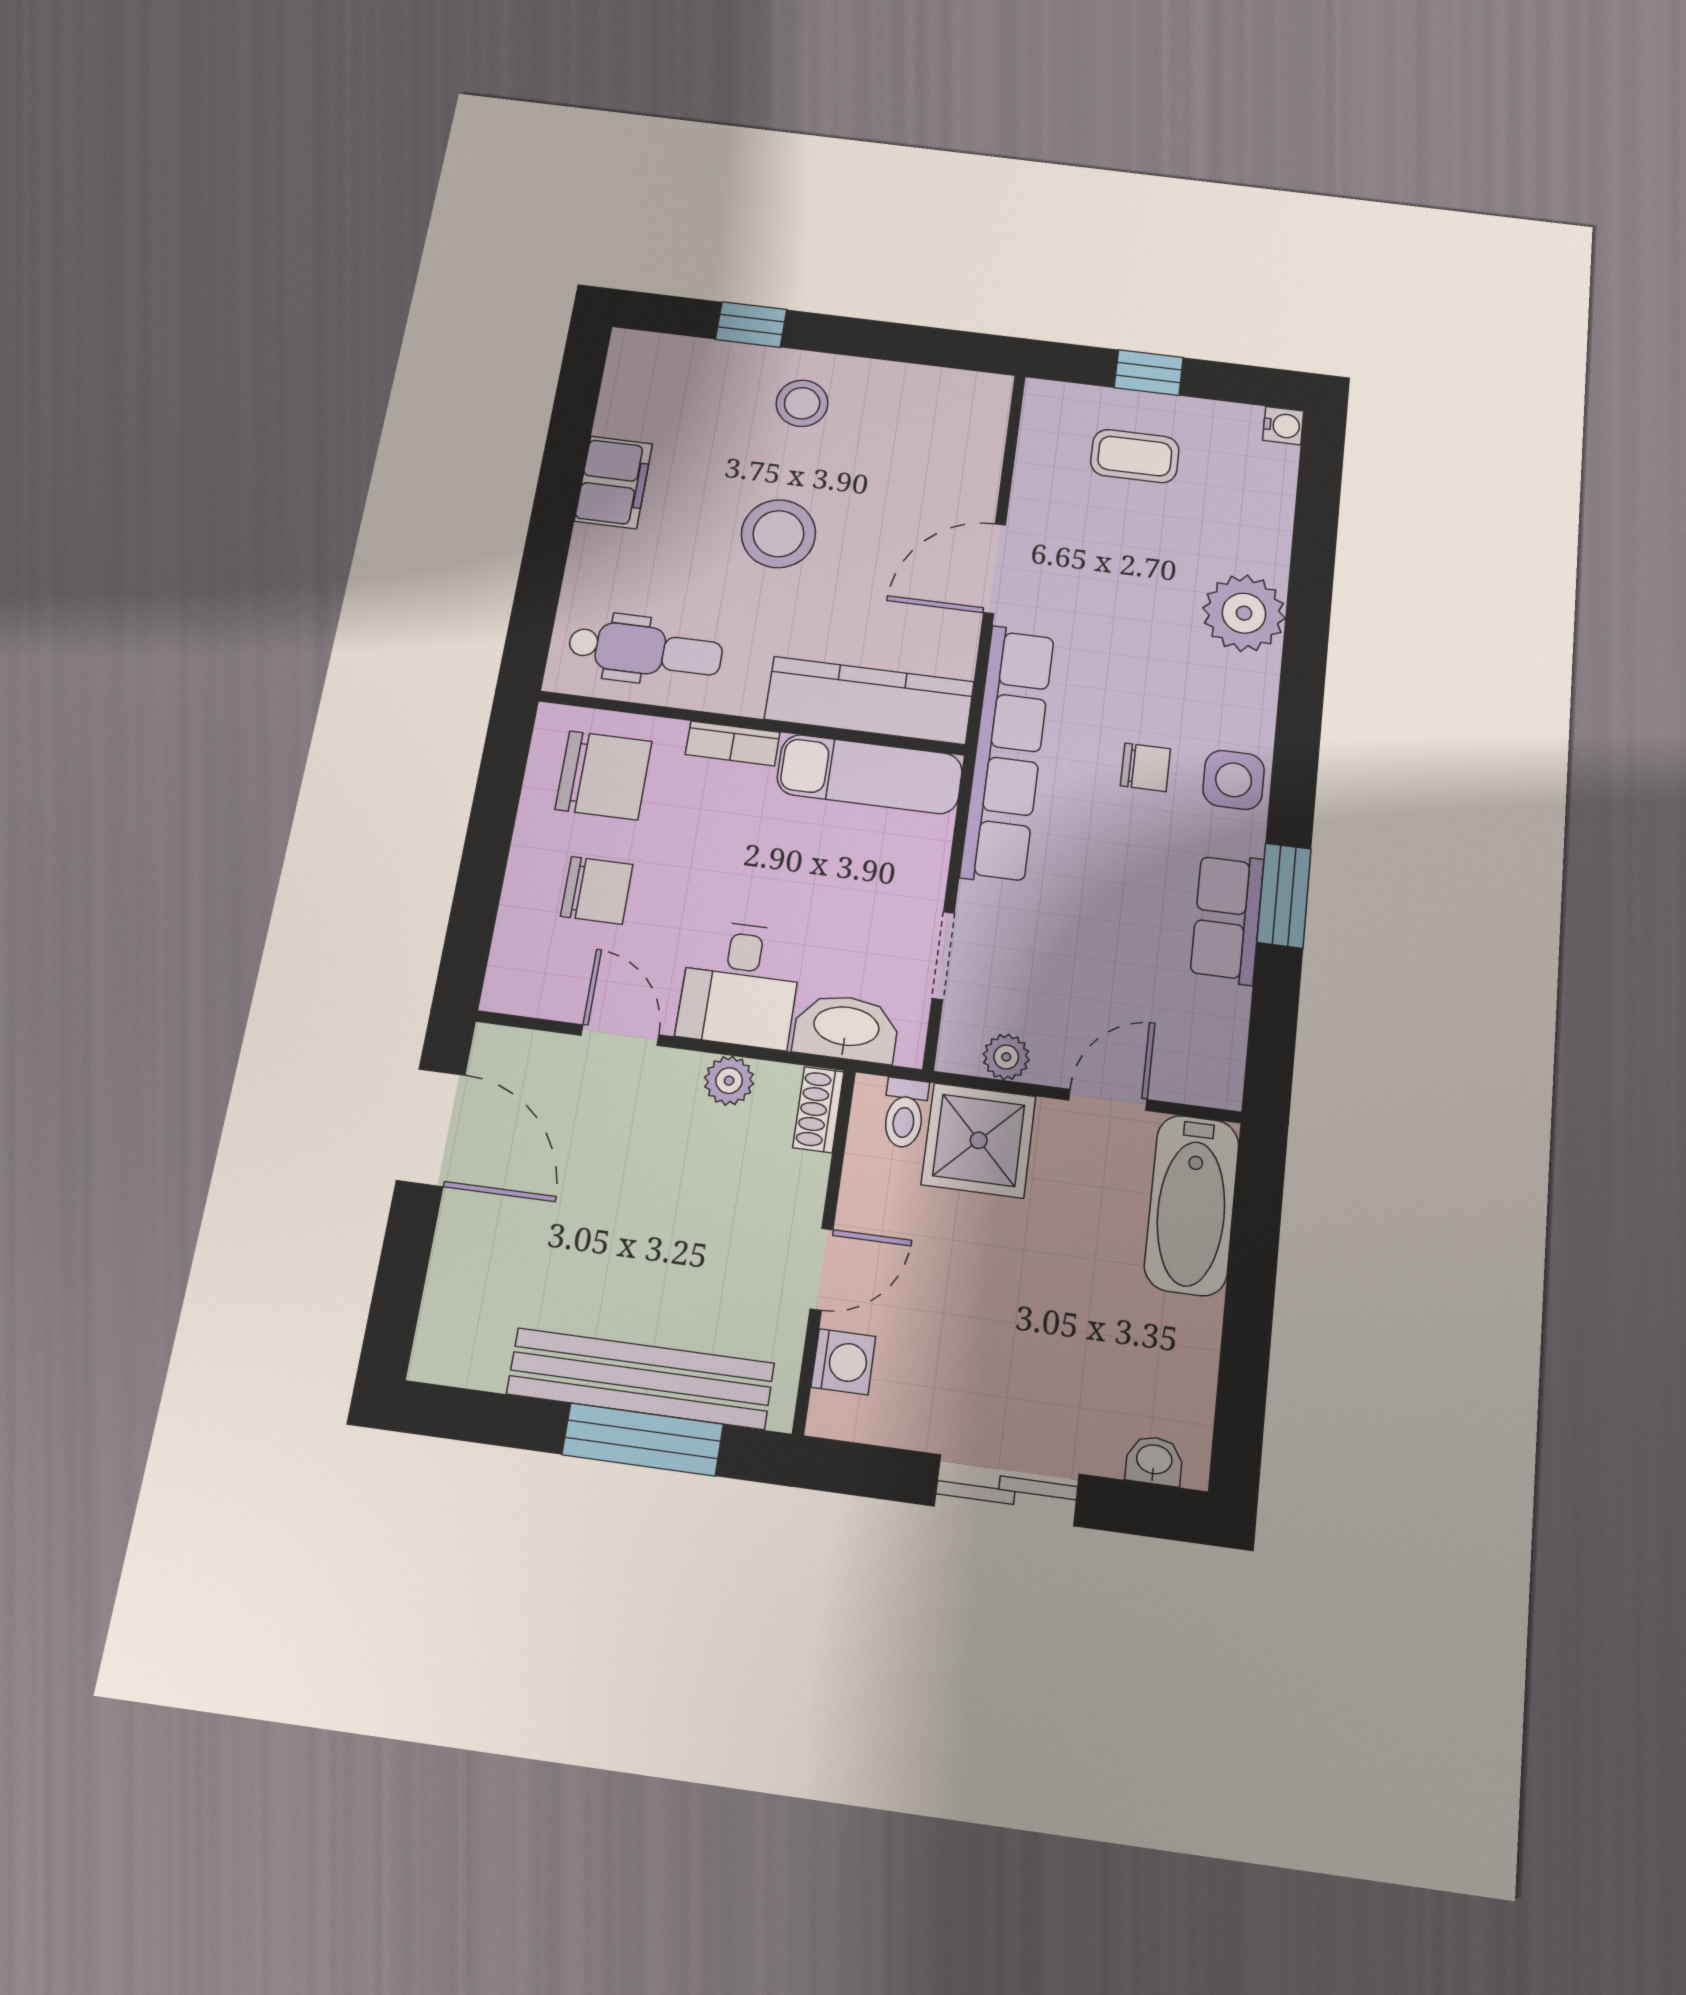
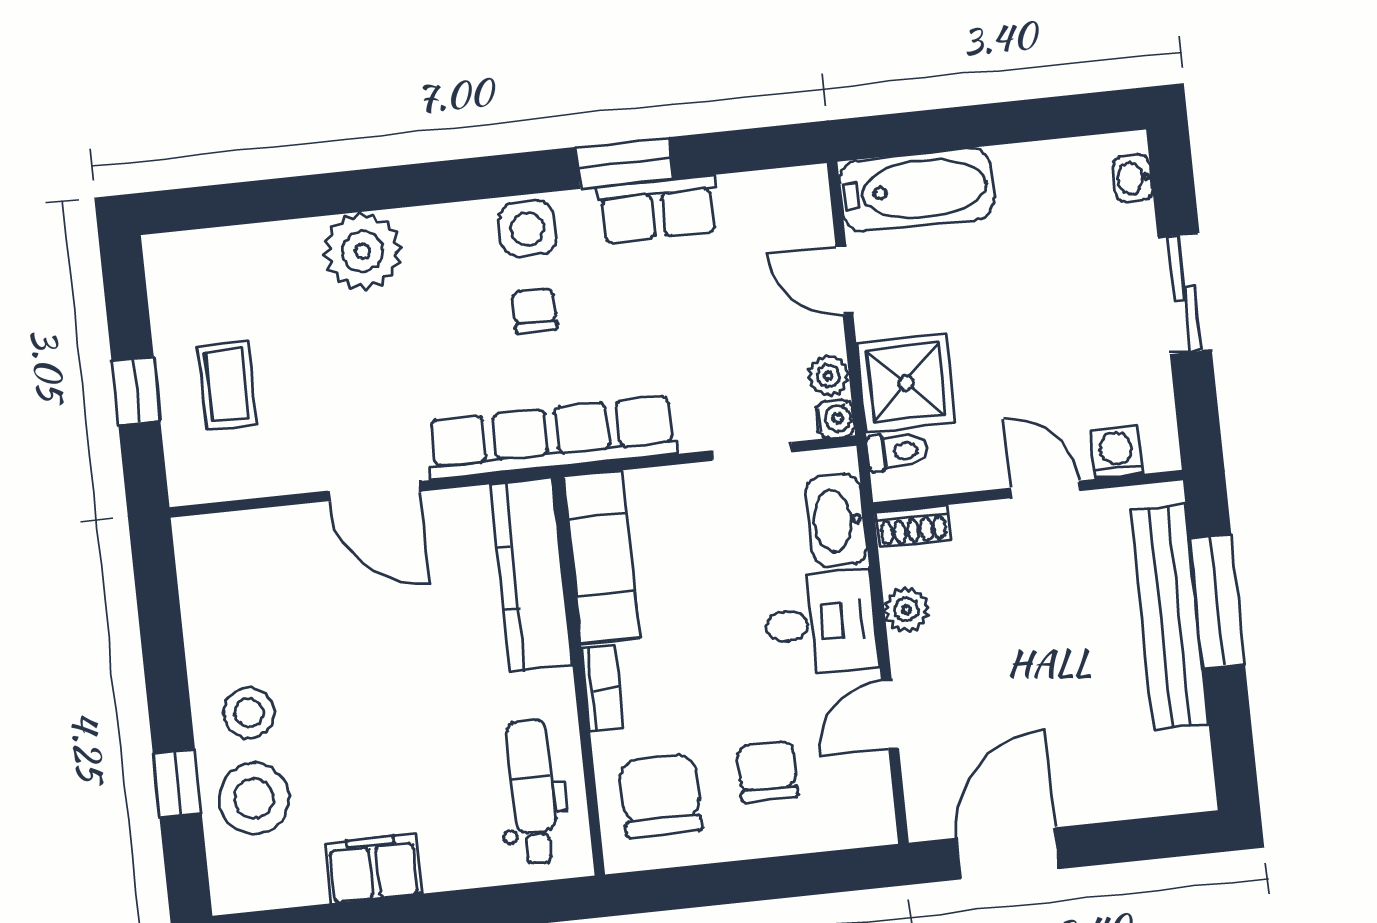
water cooler: (1283, 426) -> (835, 419), moved, turned 90
stool: (778, 534) -> (254, 798), moved

